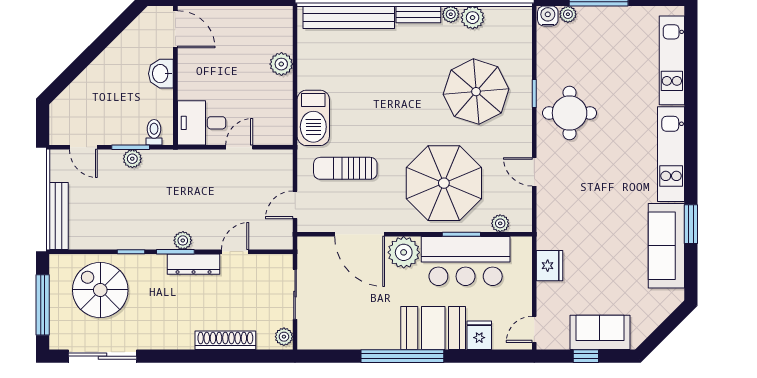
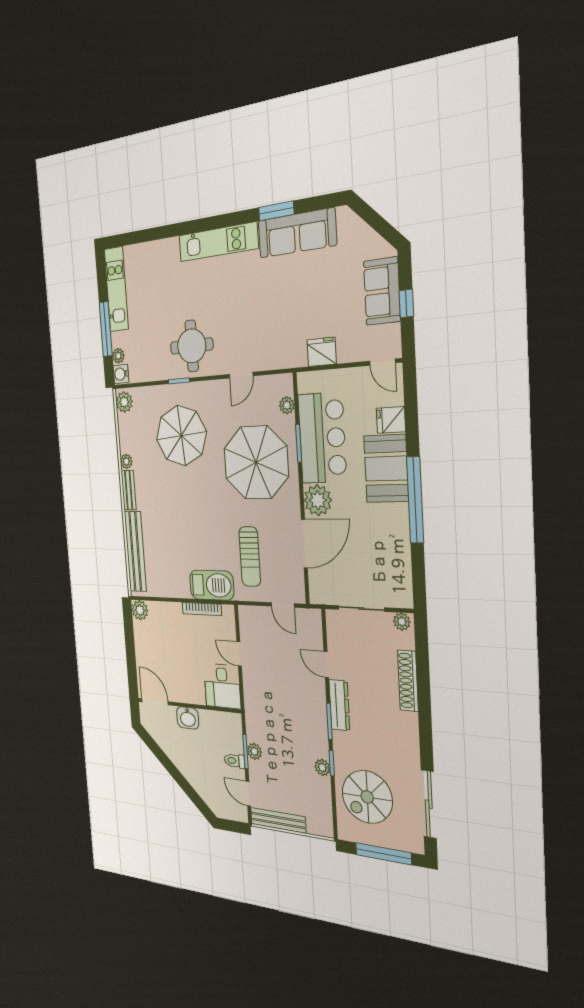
plant: (473, 18) -> (124, 402), moved
door: (175, 29) -> (155, 702), hinge flipped
kitchen unit: (672, 60) -> (116, 289), moved, turned -90
plant: (281, 64) -> (140, 610), moved
bookcase: (286, 103) -> (202, 609), added
toilet: (154, 132) -> (234, 761), moved
door: (83, 147) -> (248, 794), swing flipped
bench: (59, 216) -> (278, 820), moved
plant: (183, 240) -> (322, 767), moved

